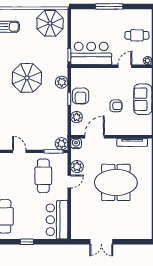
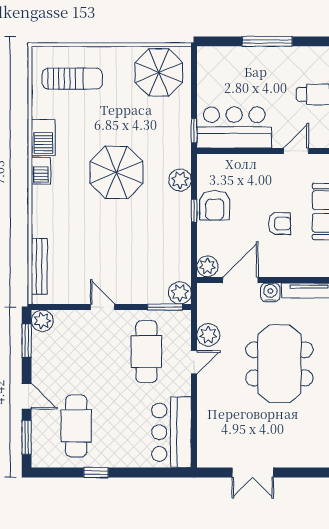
plant: (77, 117) -> (207, 266), moved
water cooler: (76, 143) -> (270, 292), moved
meeting table: (116, 182) -> (279, 364), turned 90
window: (27, 242) -> (96, 473), moved

